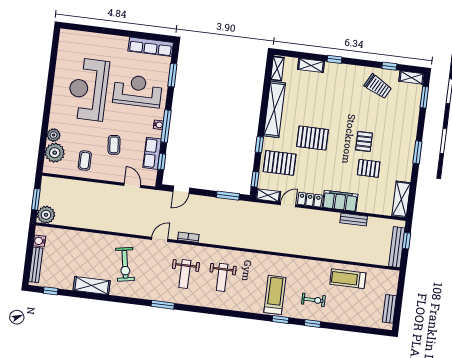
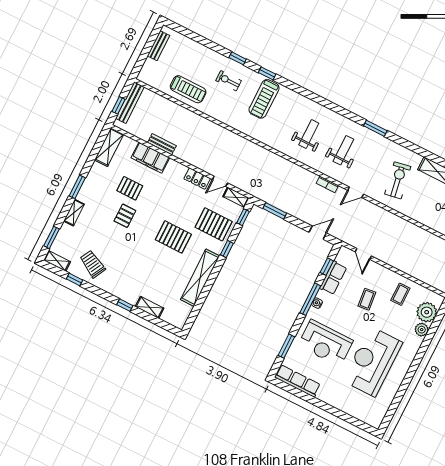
shelving: (277, 69) -> (74, 213), moved
reception desk: (88, 89) -> (372, 362), turned 180
filing cabinet: (340, 201) -> (150, 158), moved

